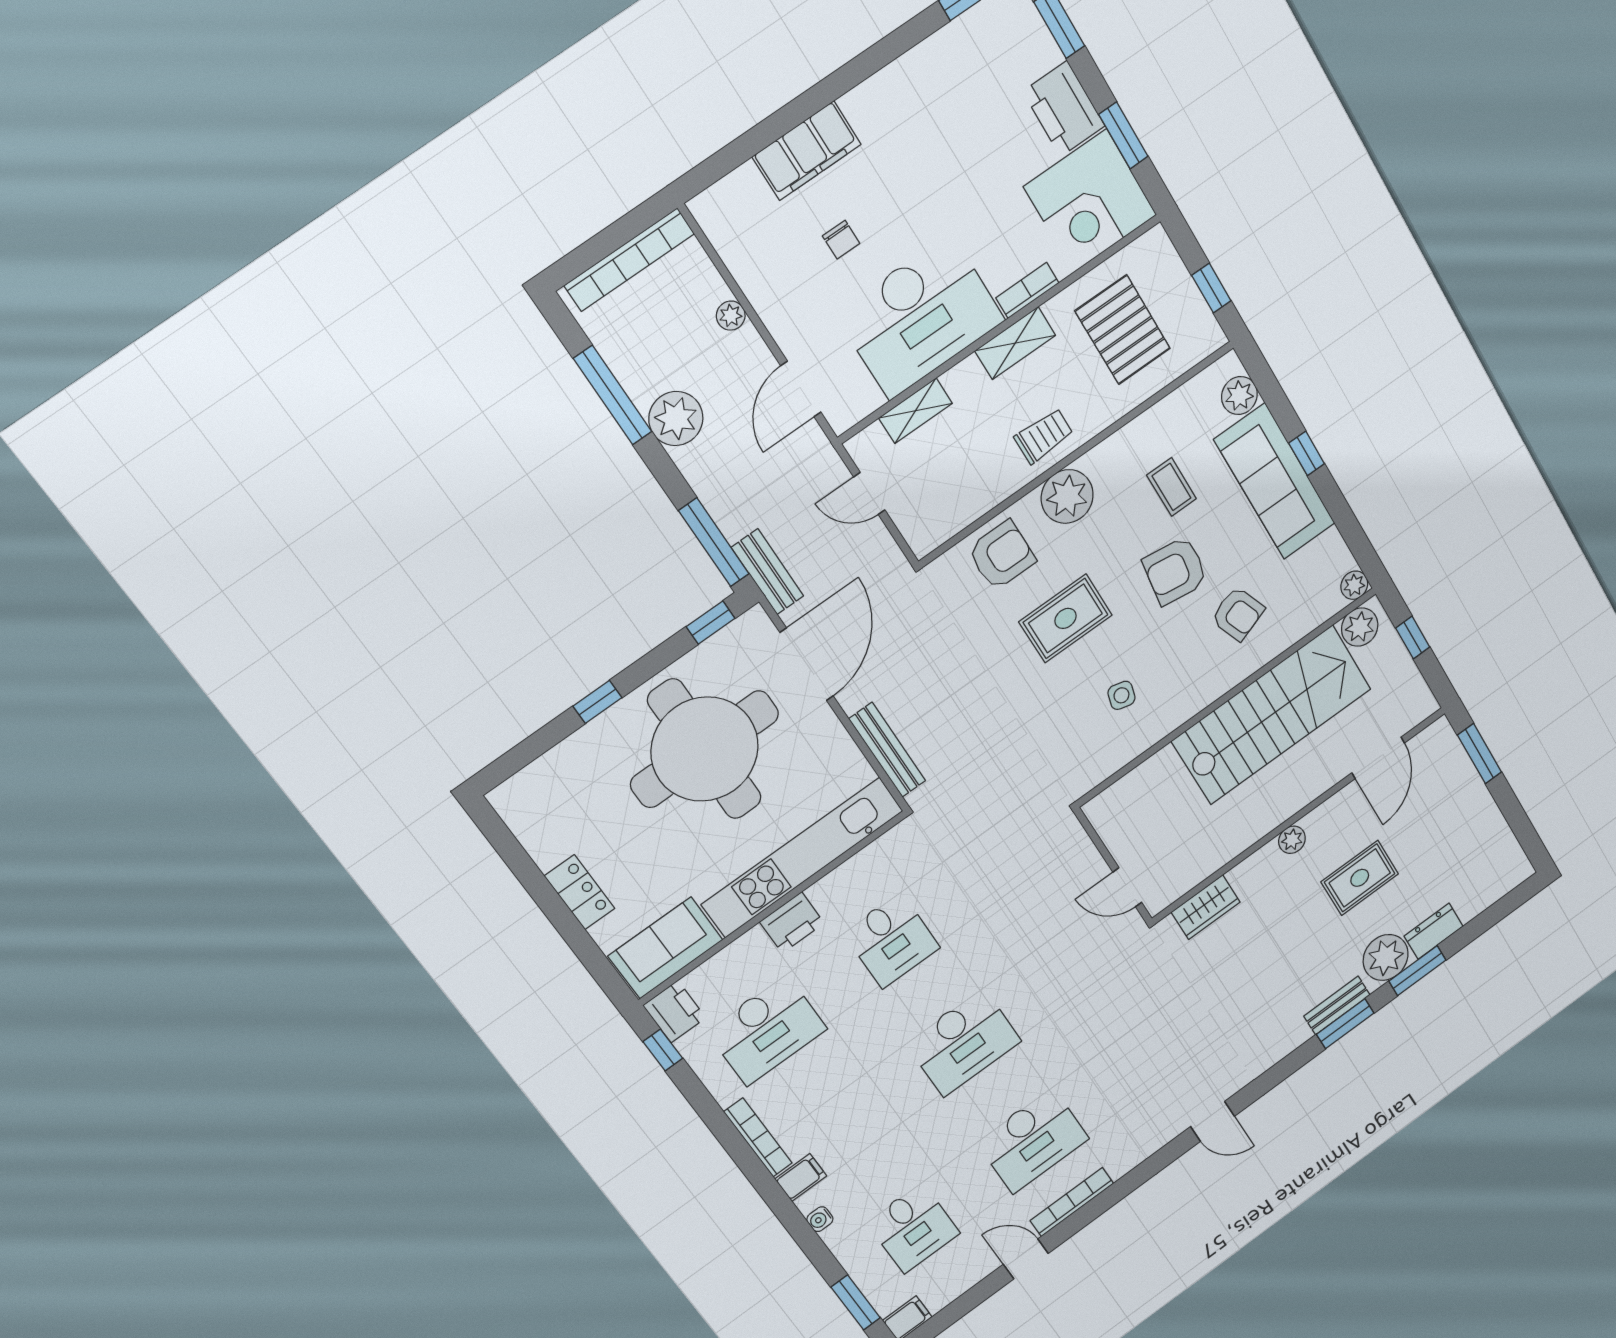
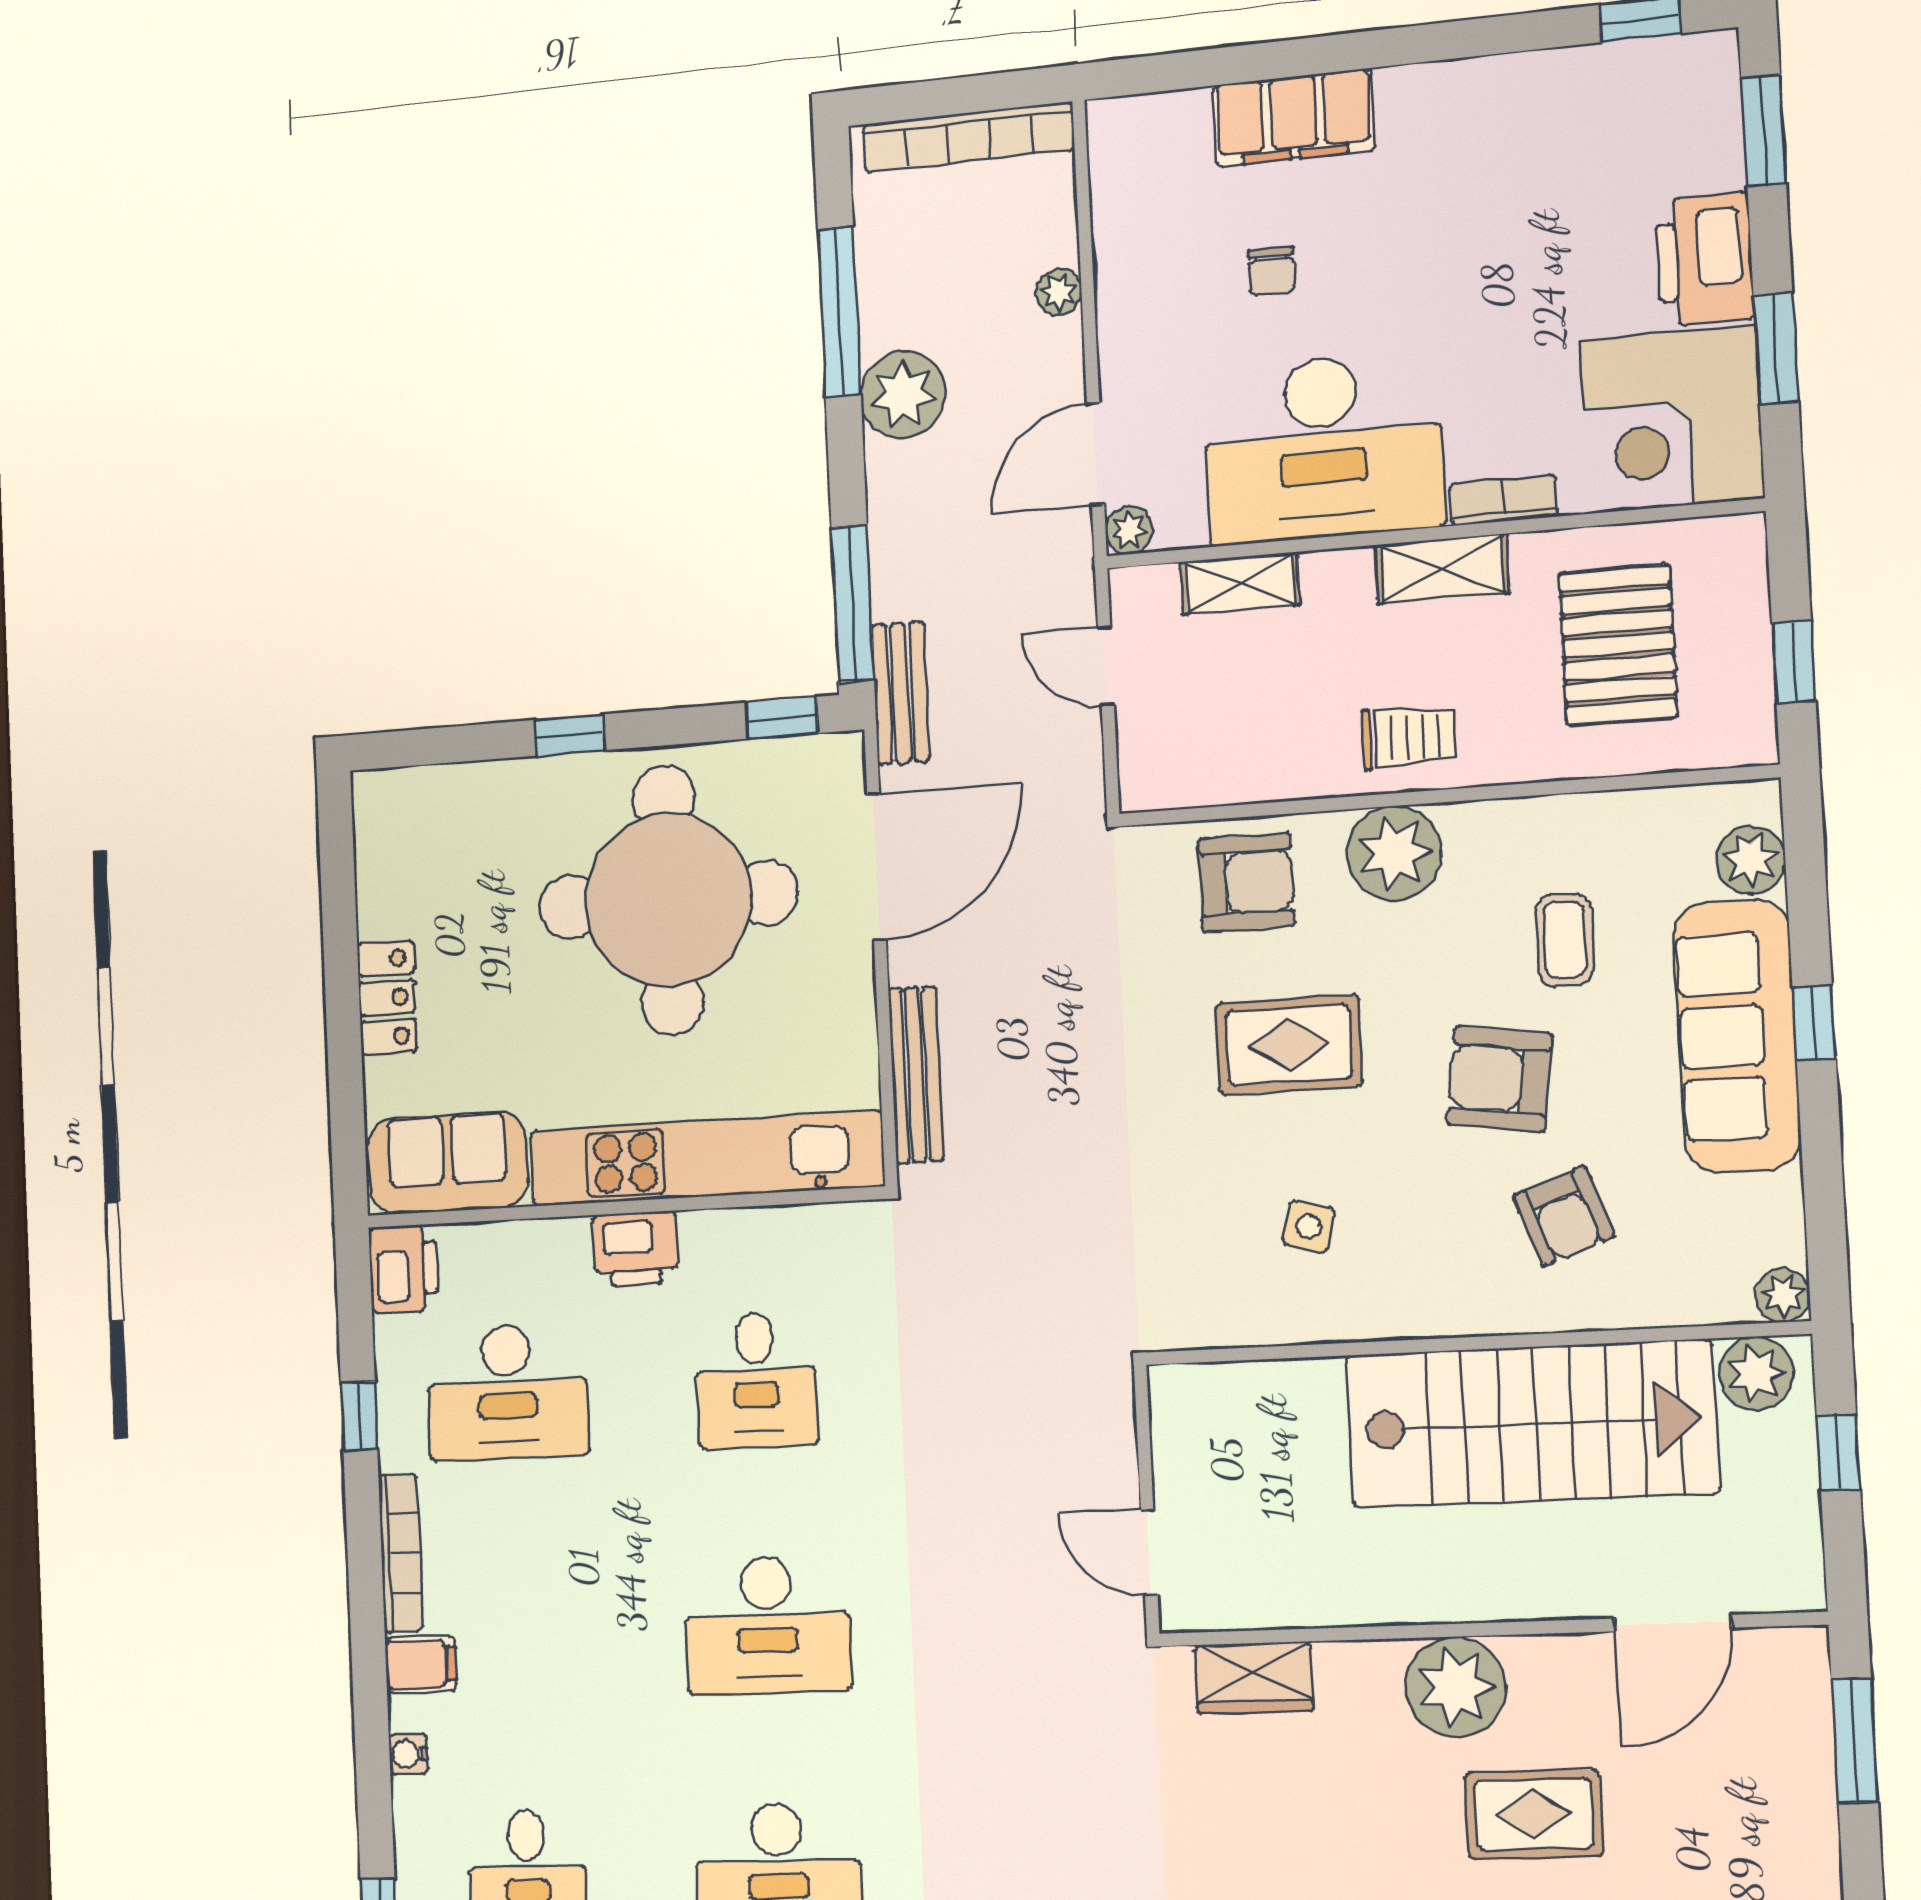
plant: (842, 418) -> (1129, 530), added
plant: (1292, 840) -> (1456, 1687), width x1.88, depth x1.88
window: (663, 1050) -> (359, 1416), moved

